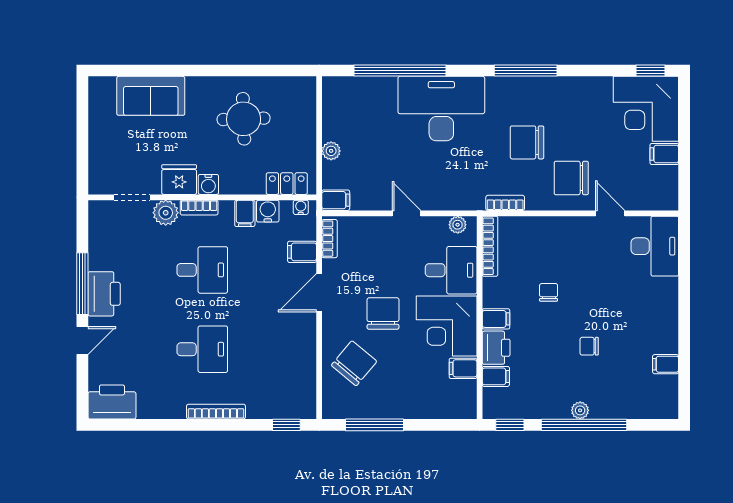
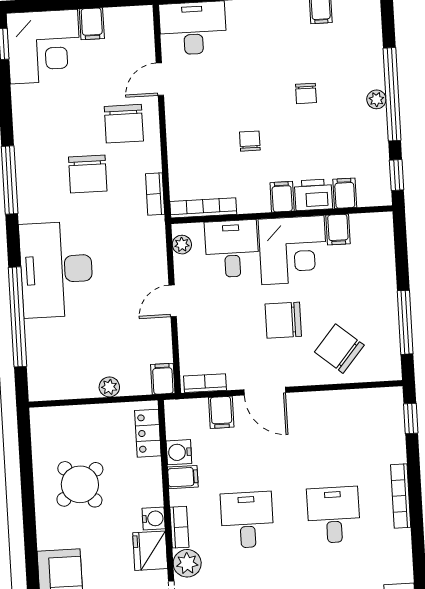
round table: (244, 119) -> (80, 484), turned -38
water cooler: (301, 207) -> (173, 416), removed
chair: (549, 292) -> (250, 141), turned 90

